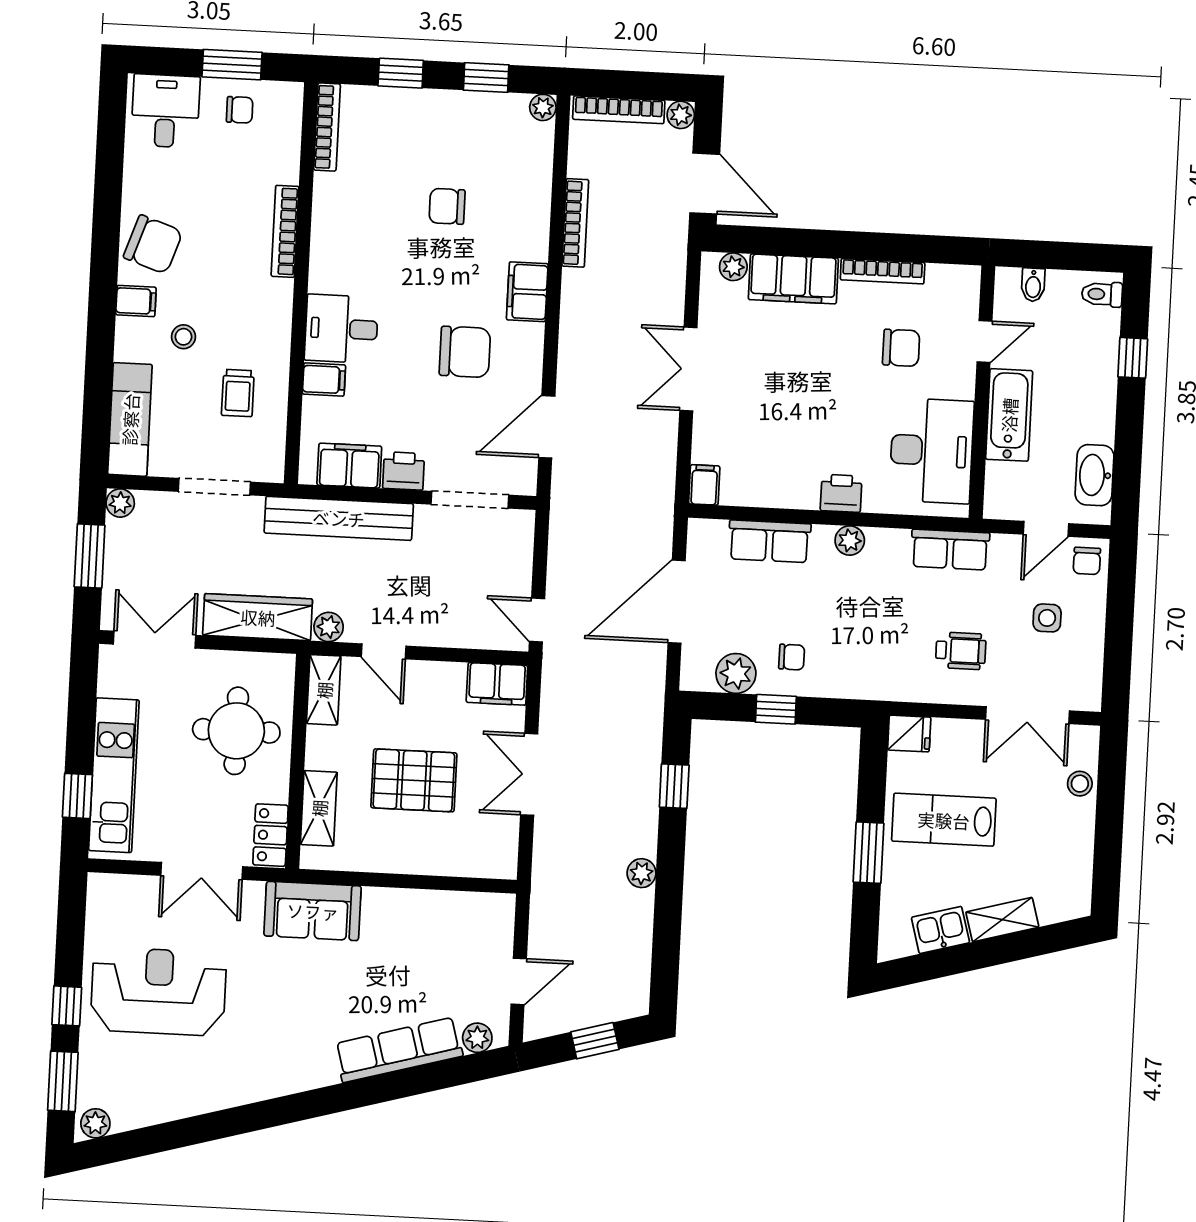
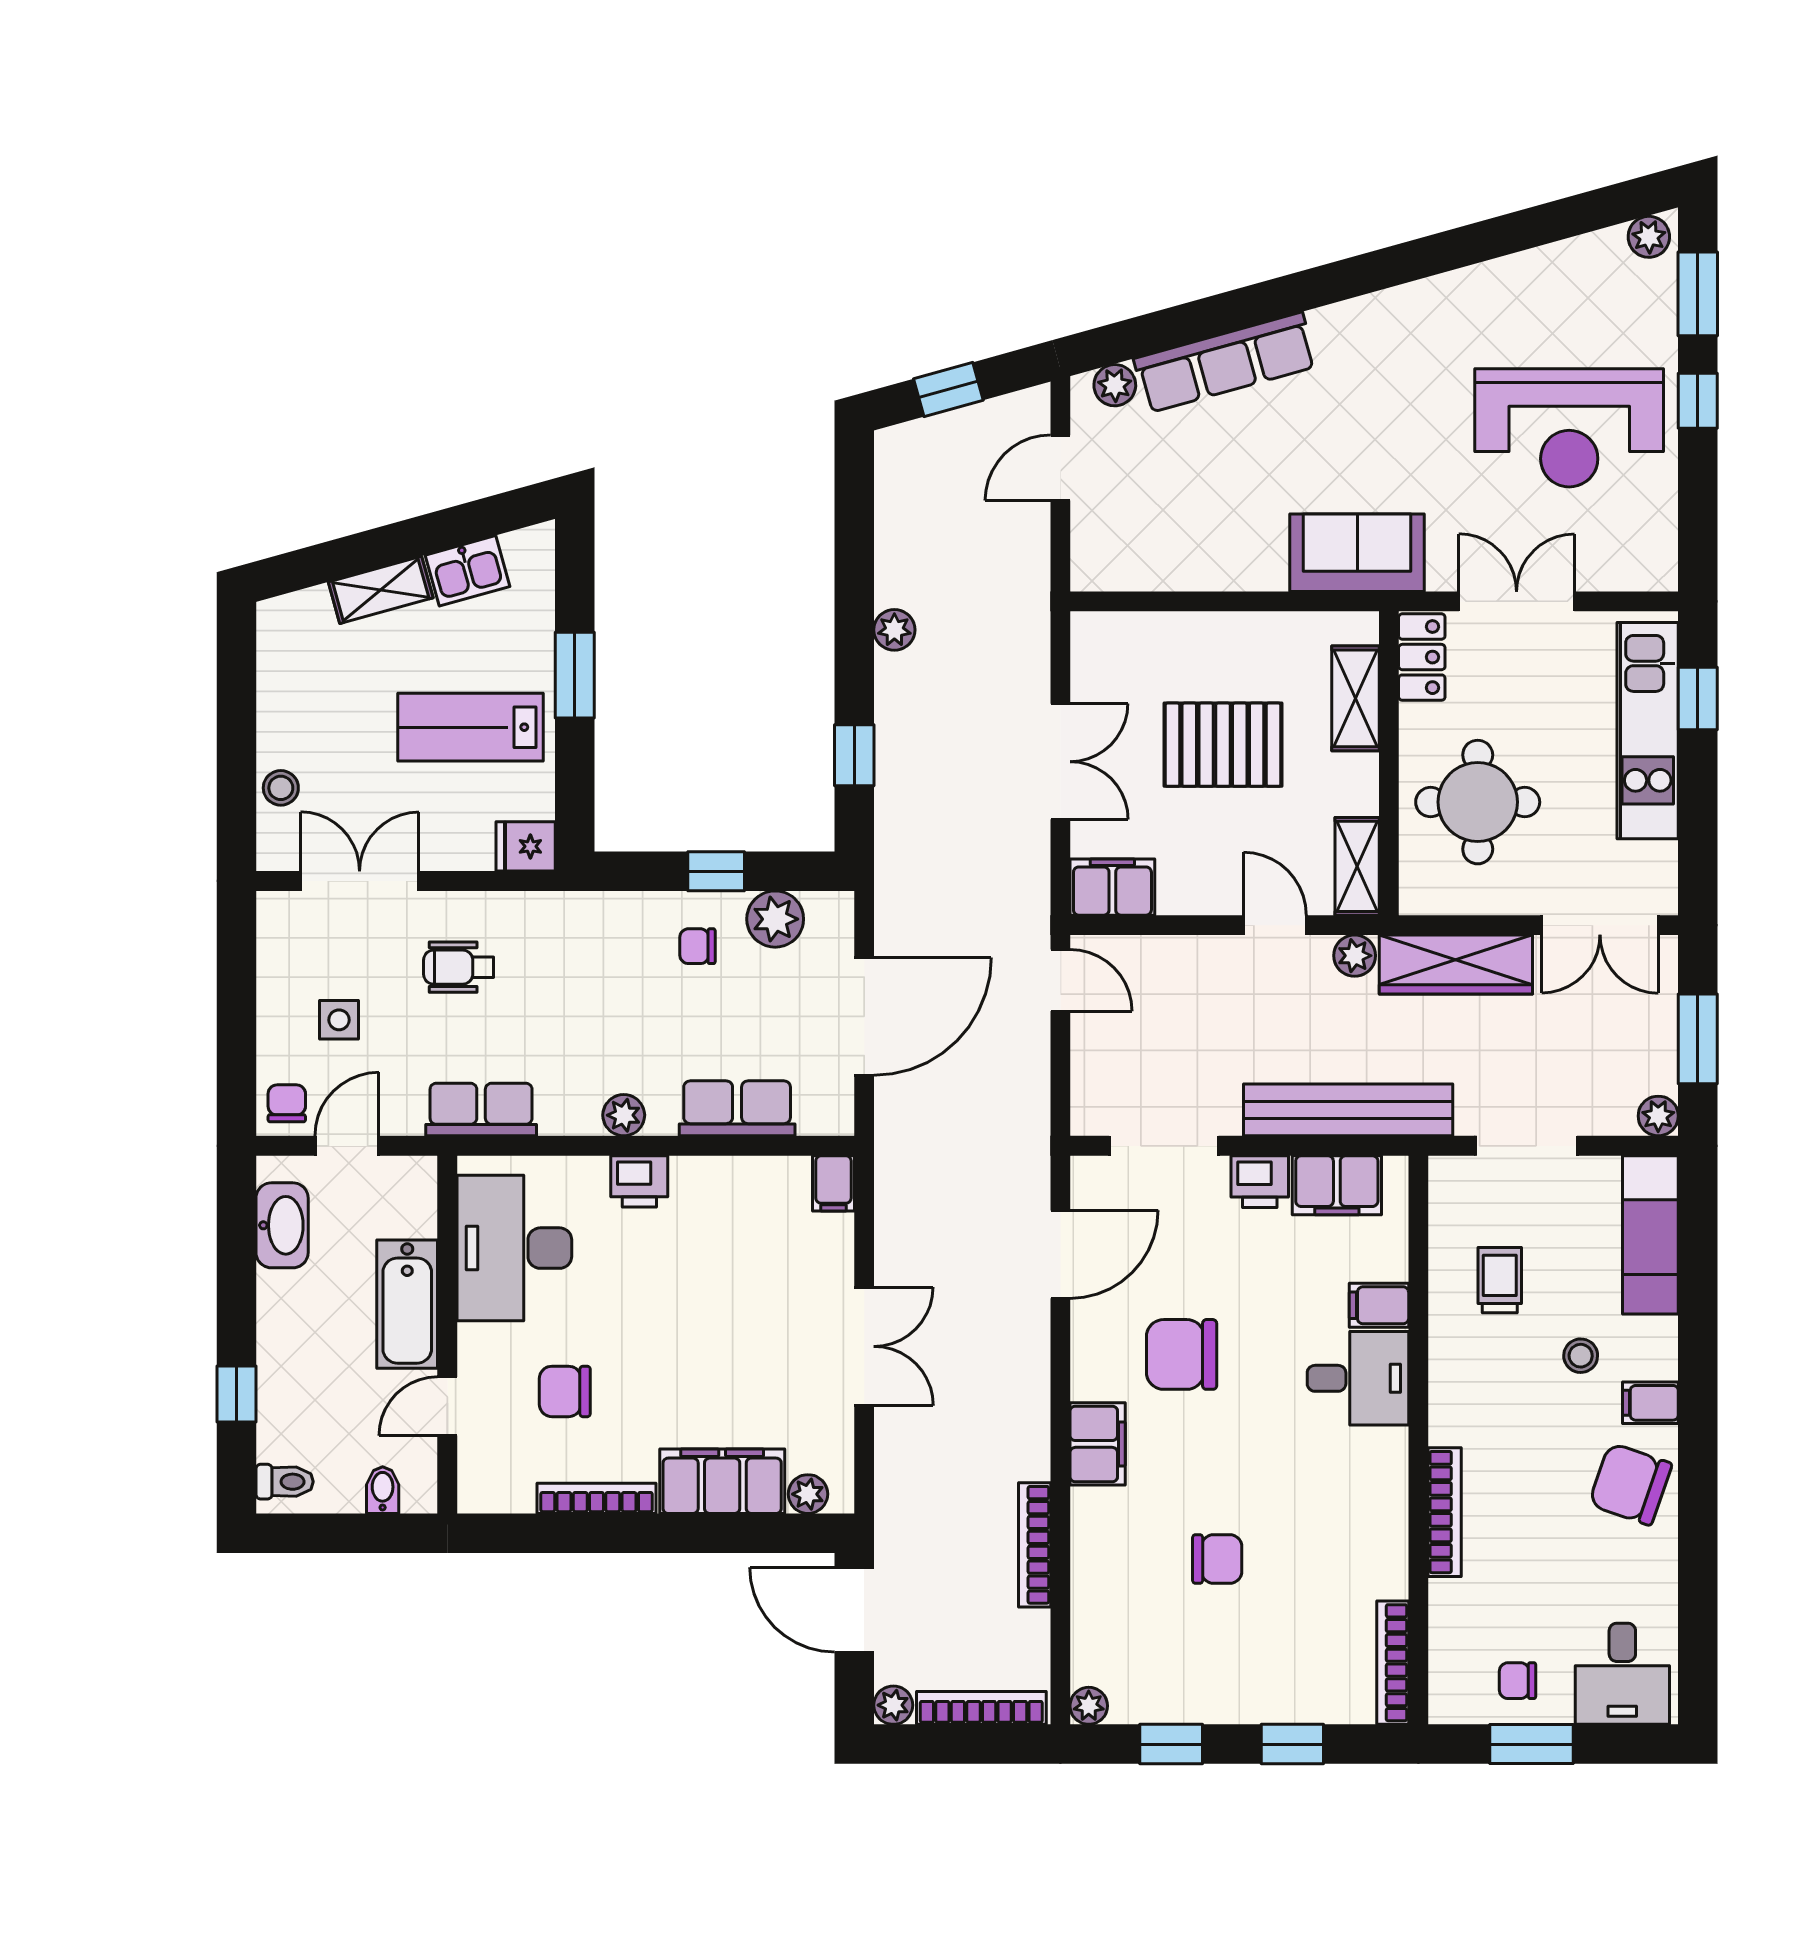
lab bench: (944, 820) -> (471, 727), turned 180

